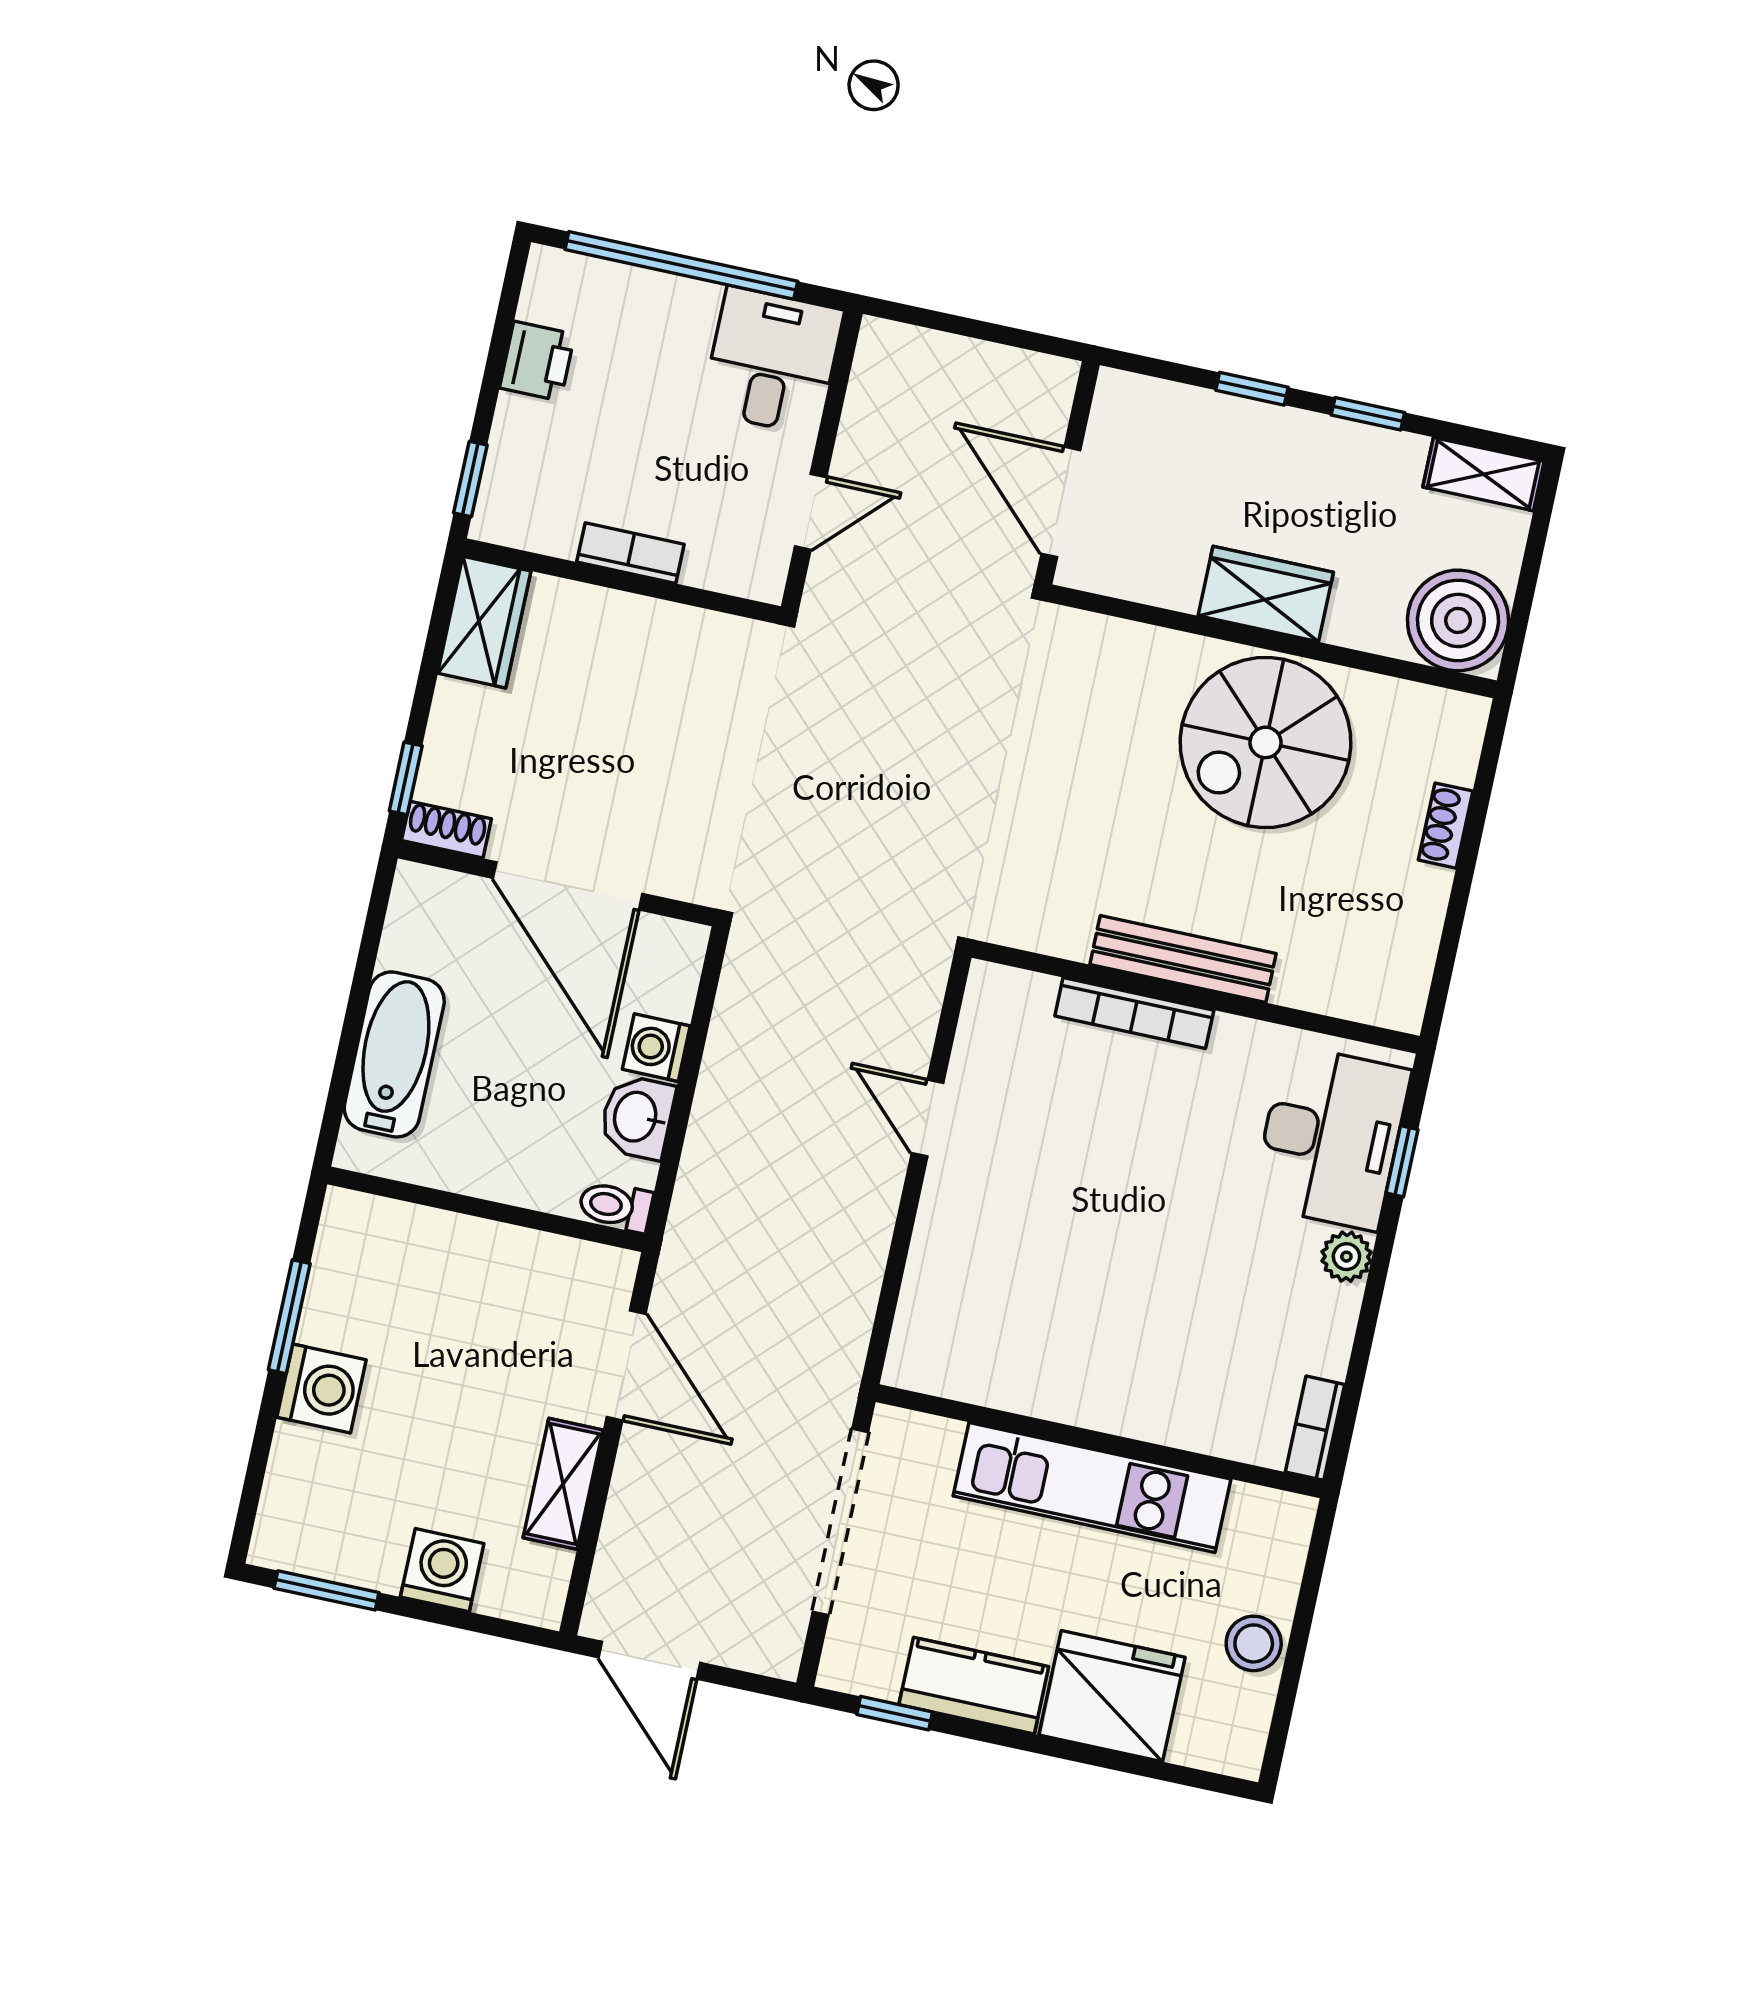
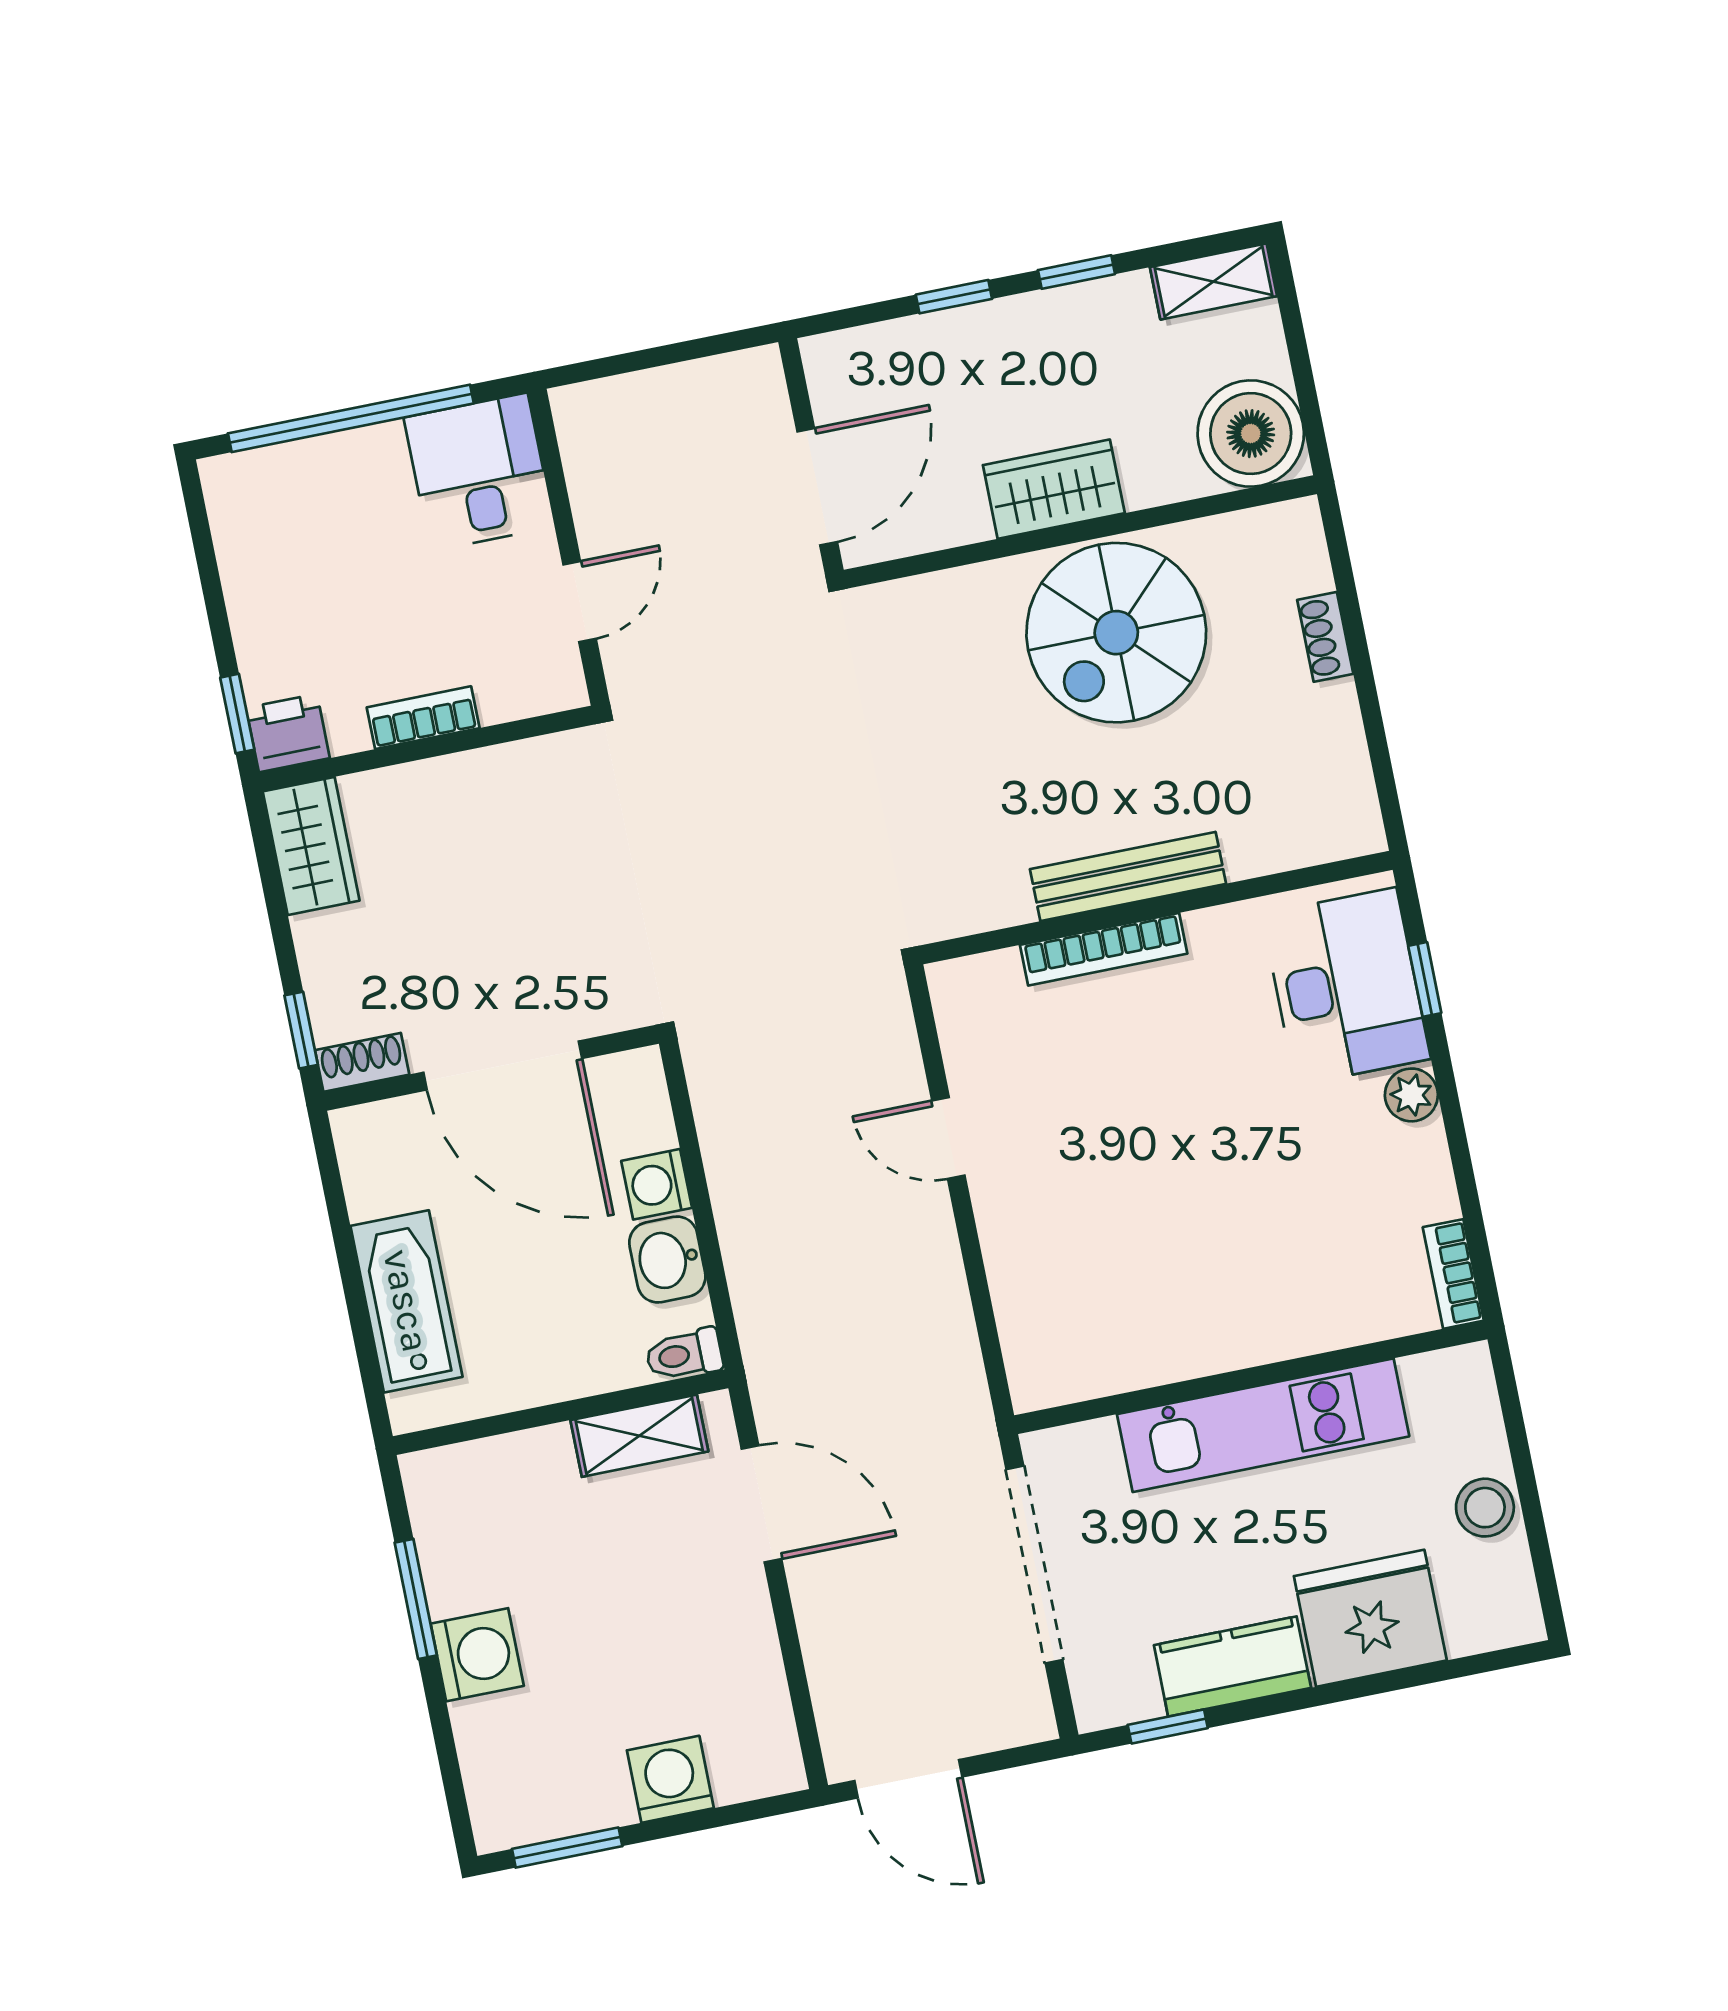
printer: (537, 361) -> (288, 733), moved, turned -90
door: (1061, 502) -> (817, 487), swing flipped
shelving: (563, 1484) -> (639, 1436), moved, turned 90

